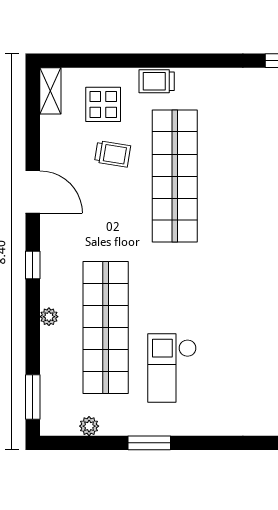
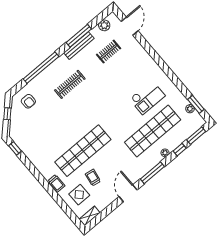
window: (33, 265) -> (152, 173), width x2.17
window: (33, 347) -> (180, 150), added
window: (149, 443) -> (196, 104), moved

